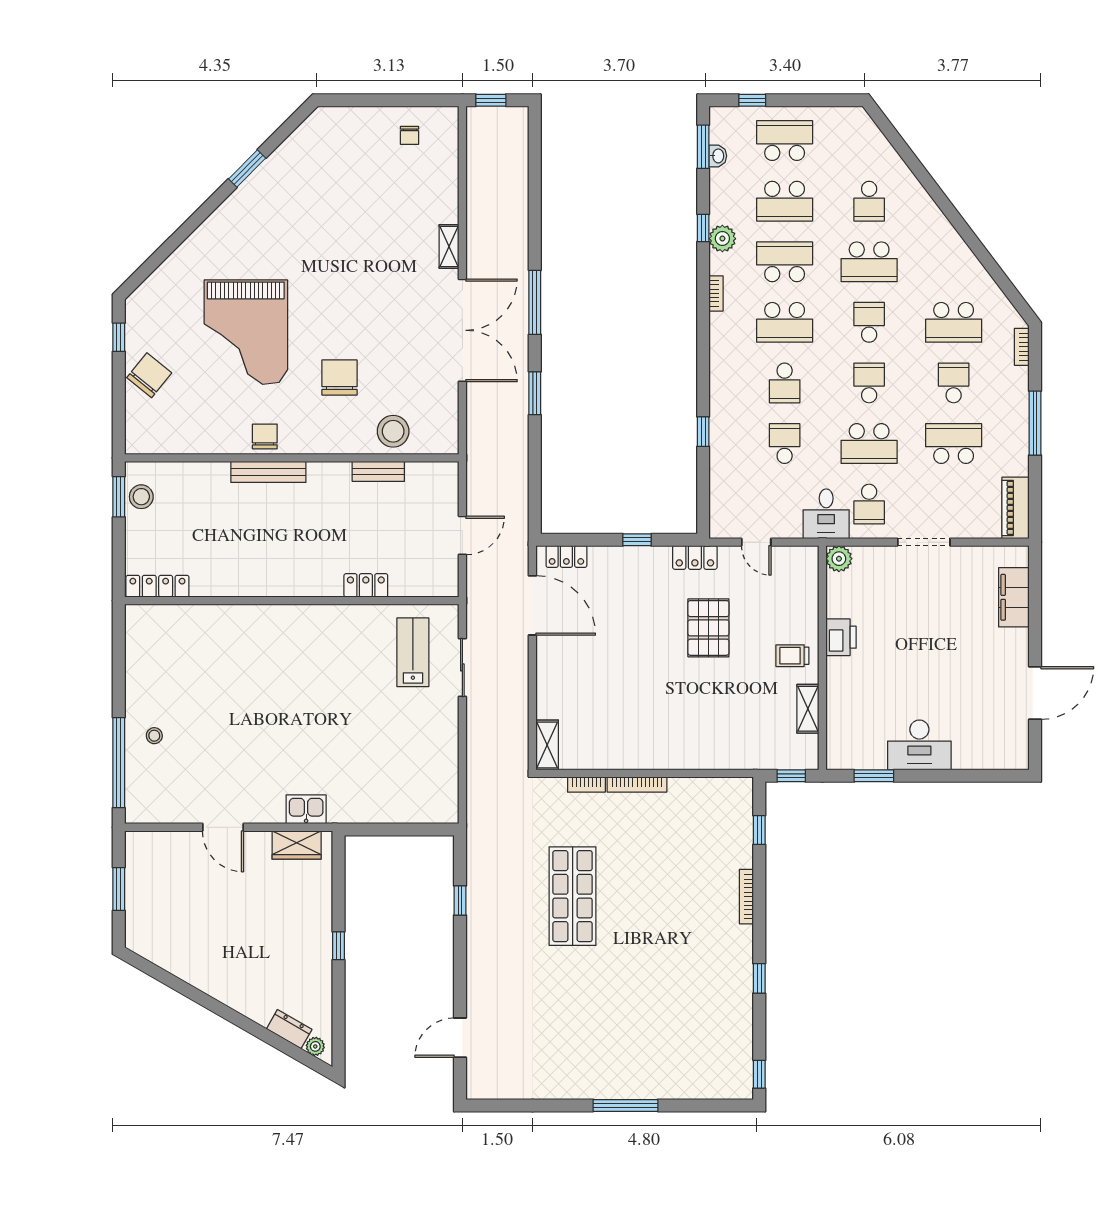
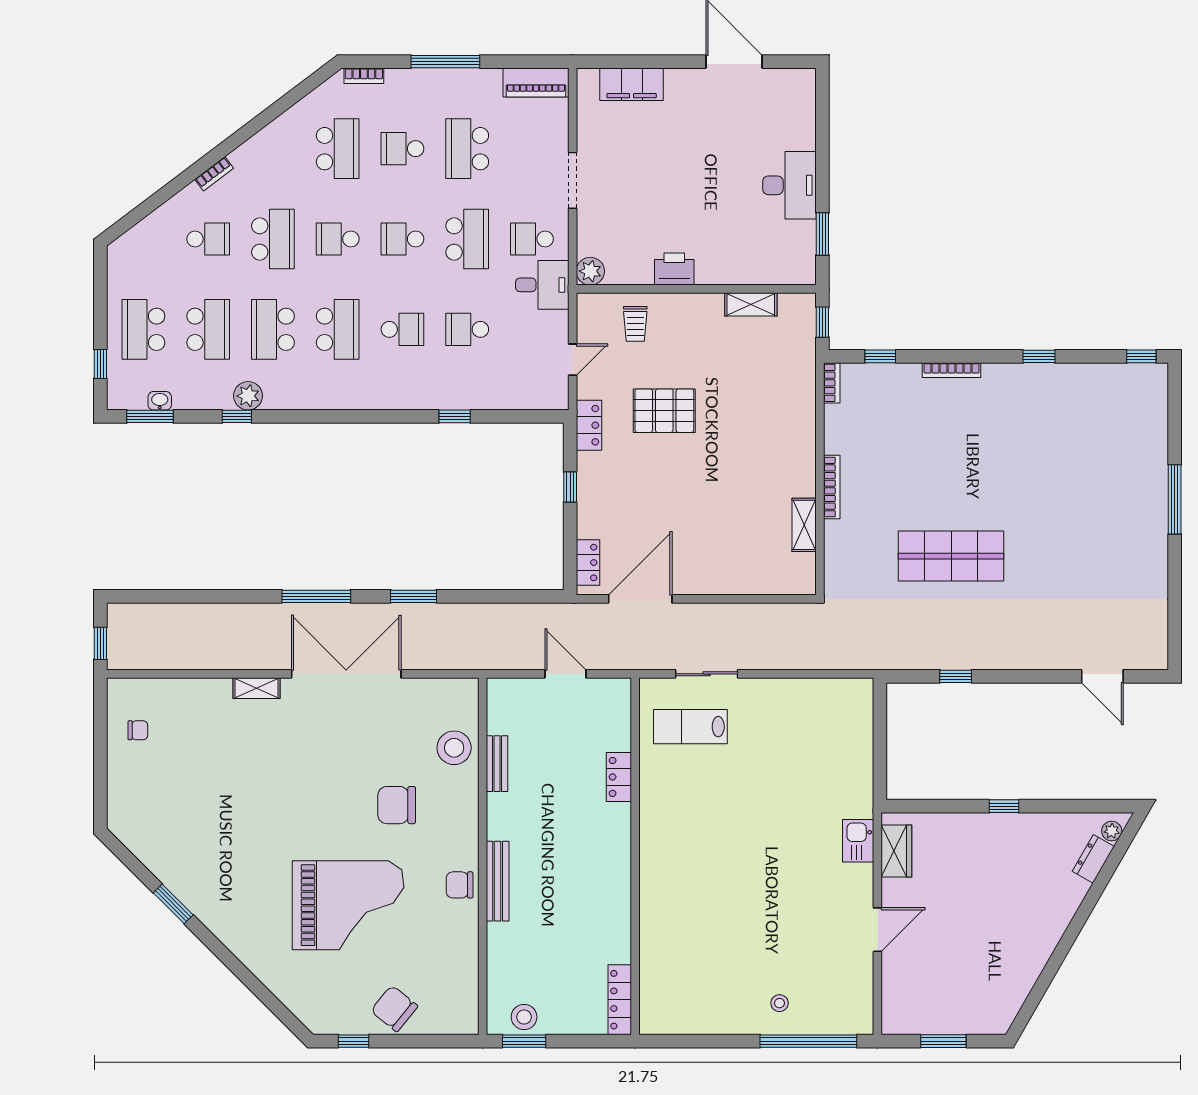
bookcase: (716, 293) -> (214, 174), moved, turned 143
school desk: (869, 504) -> (532, 239), turned 180
trolley: (792, 656) -> (635, 324), moved
shelving: (547, 745) -> (804, 525), moved, turned 90
bookcase: (586, 785) -> (832, 383), moved

